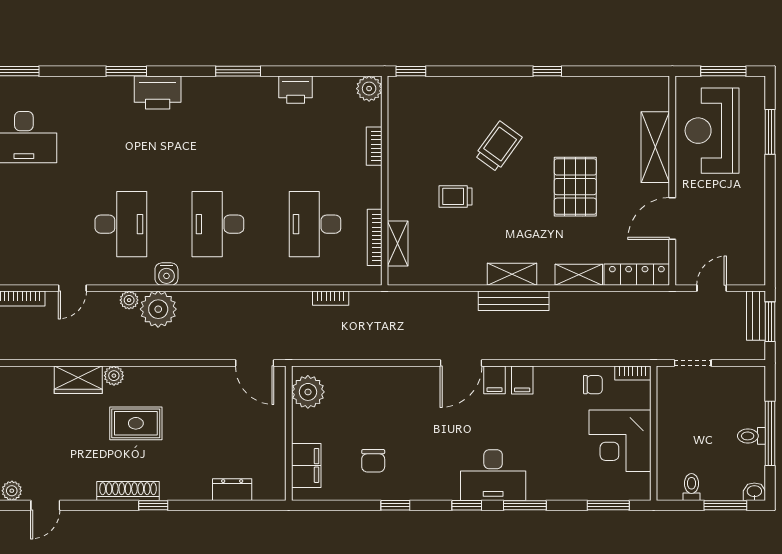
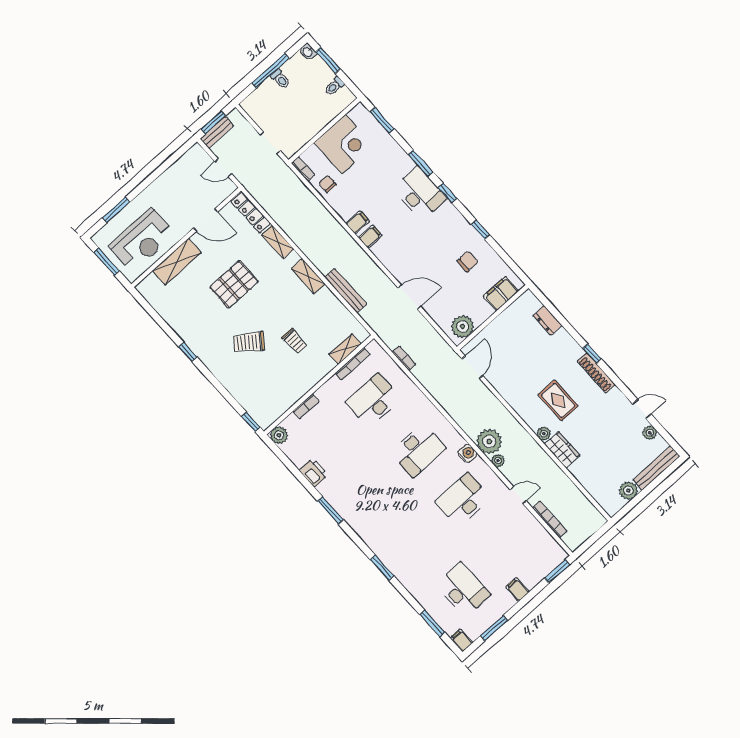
printer: (158, 92) -> (378, 542), removed
desk: (315, 224) -> (373, 400), turned 180
bench: (514, 301) -> (346, 291), moved
door: (461, 363) -> (409, 297), moved

